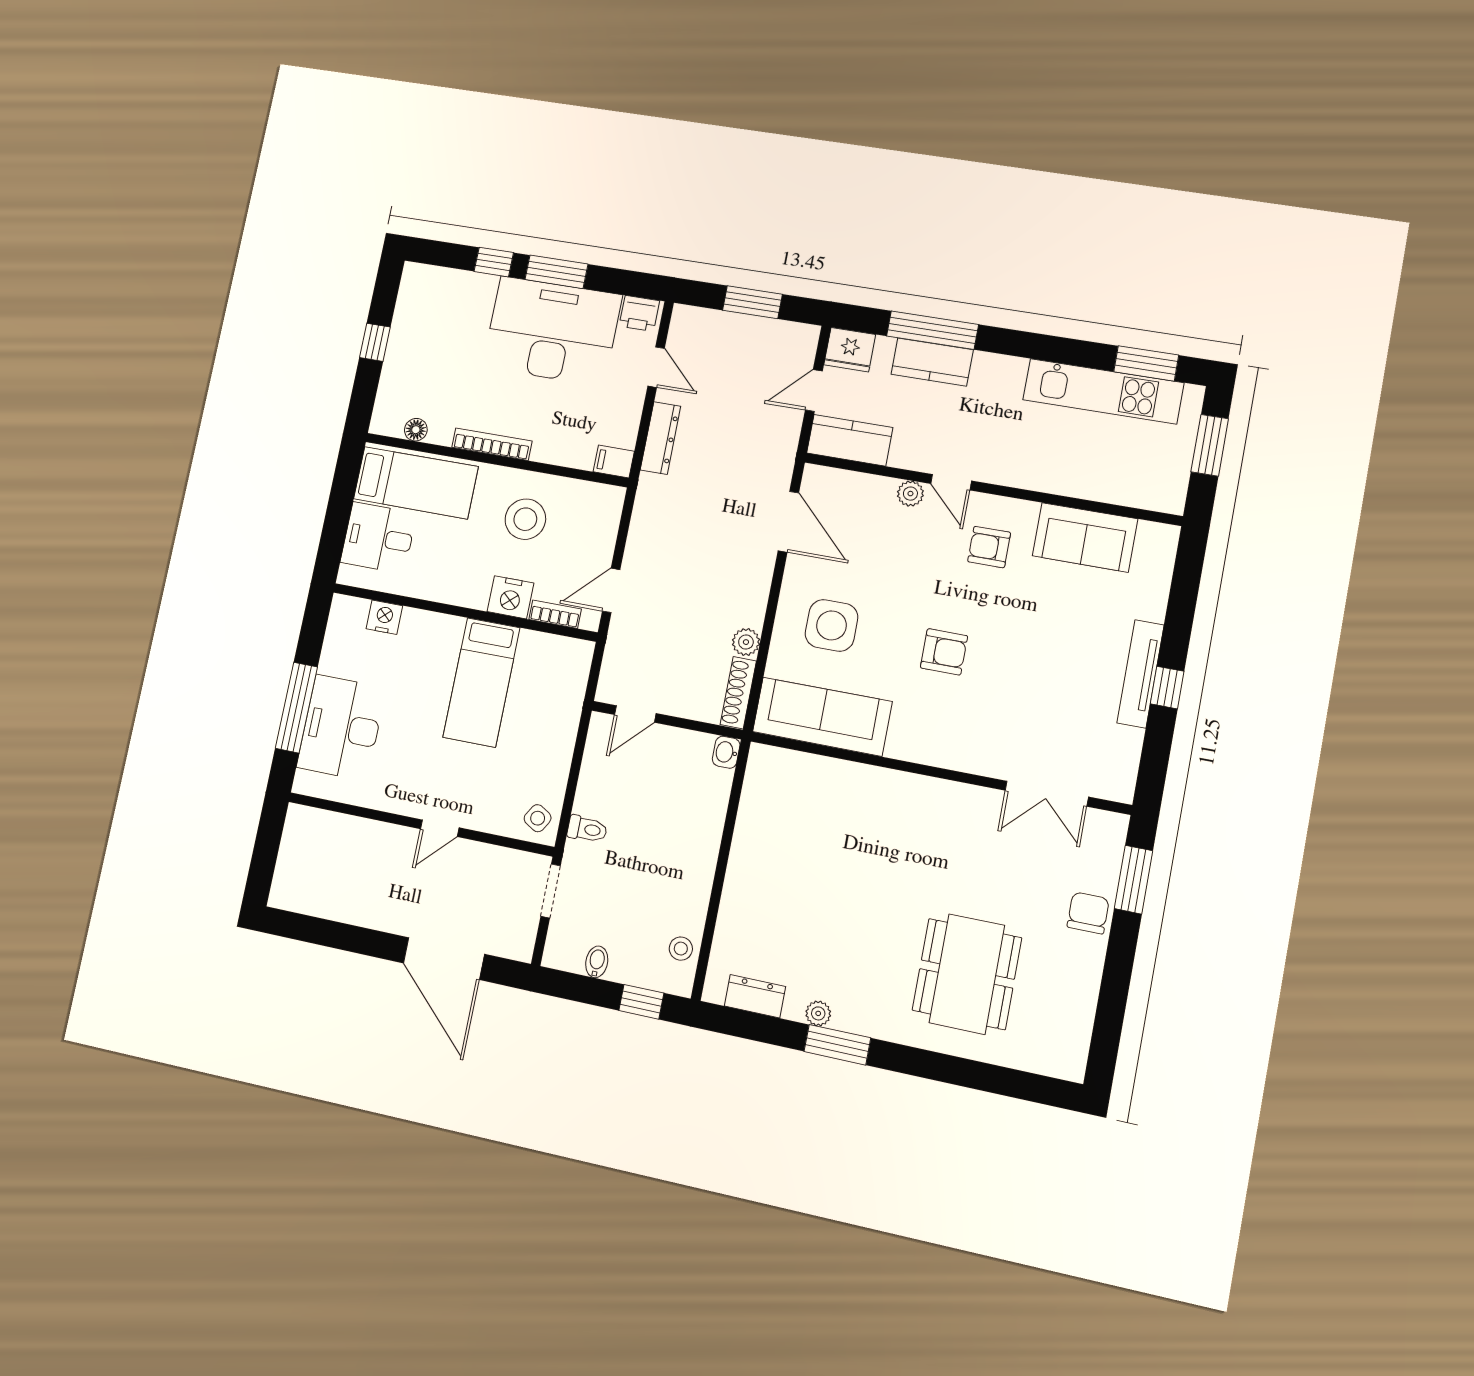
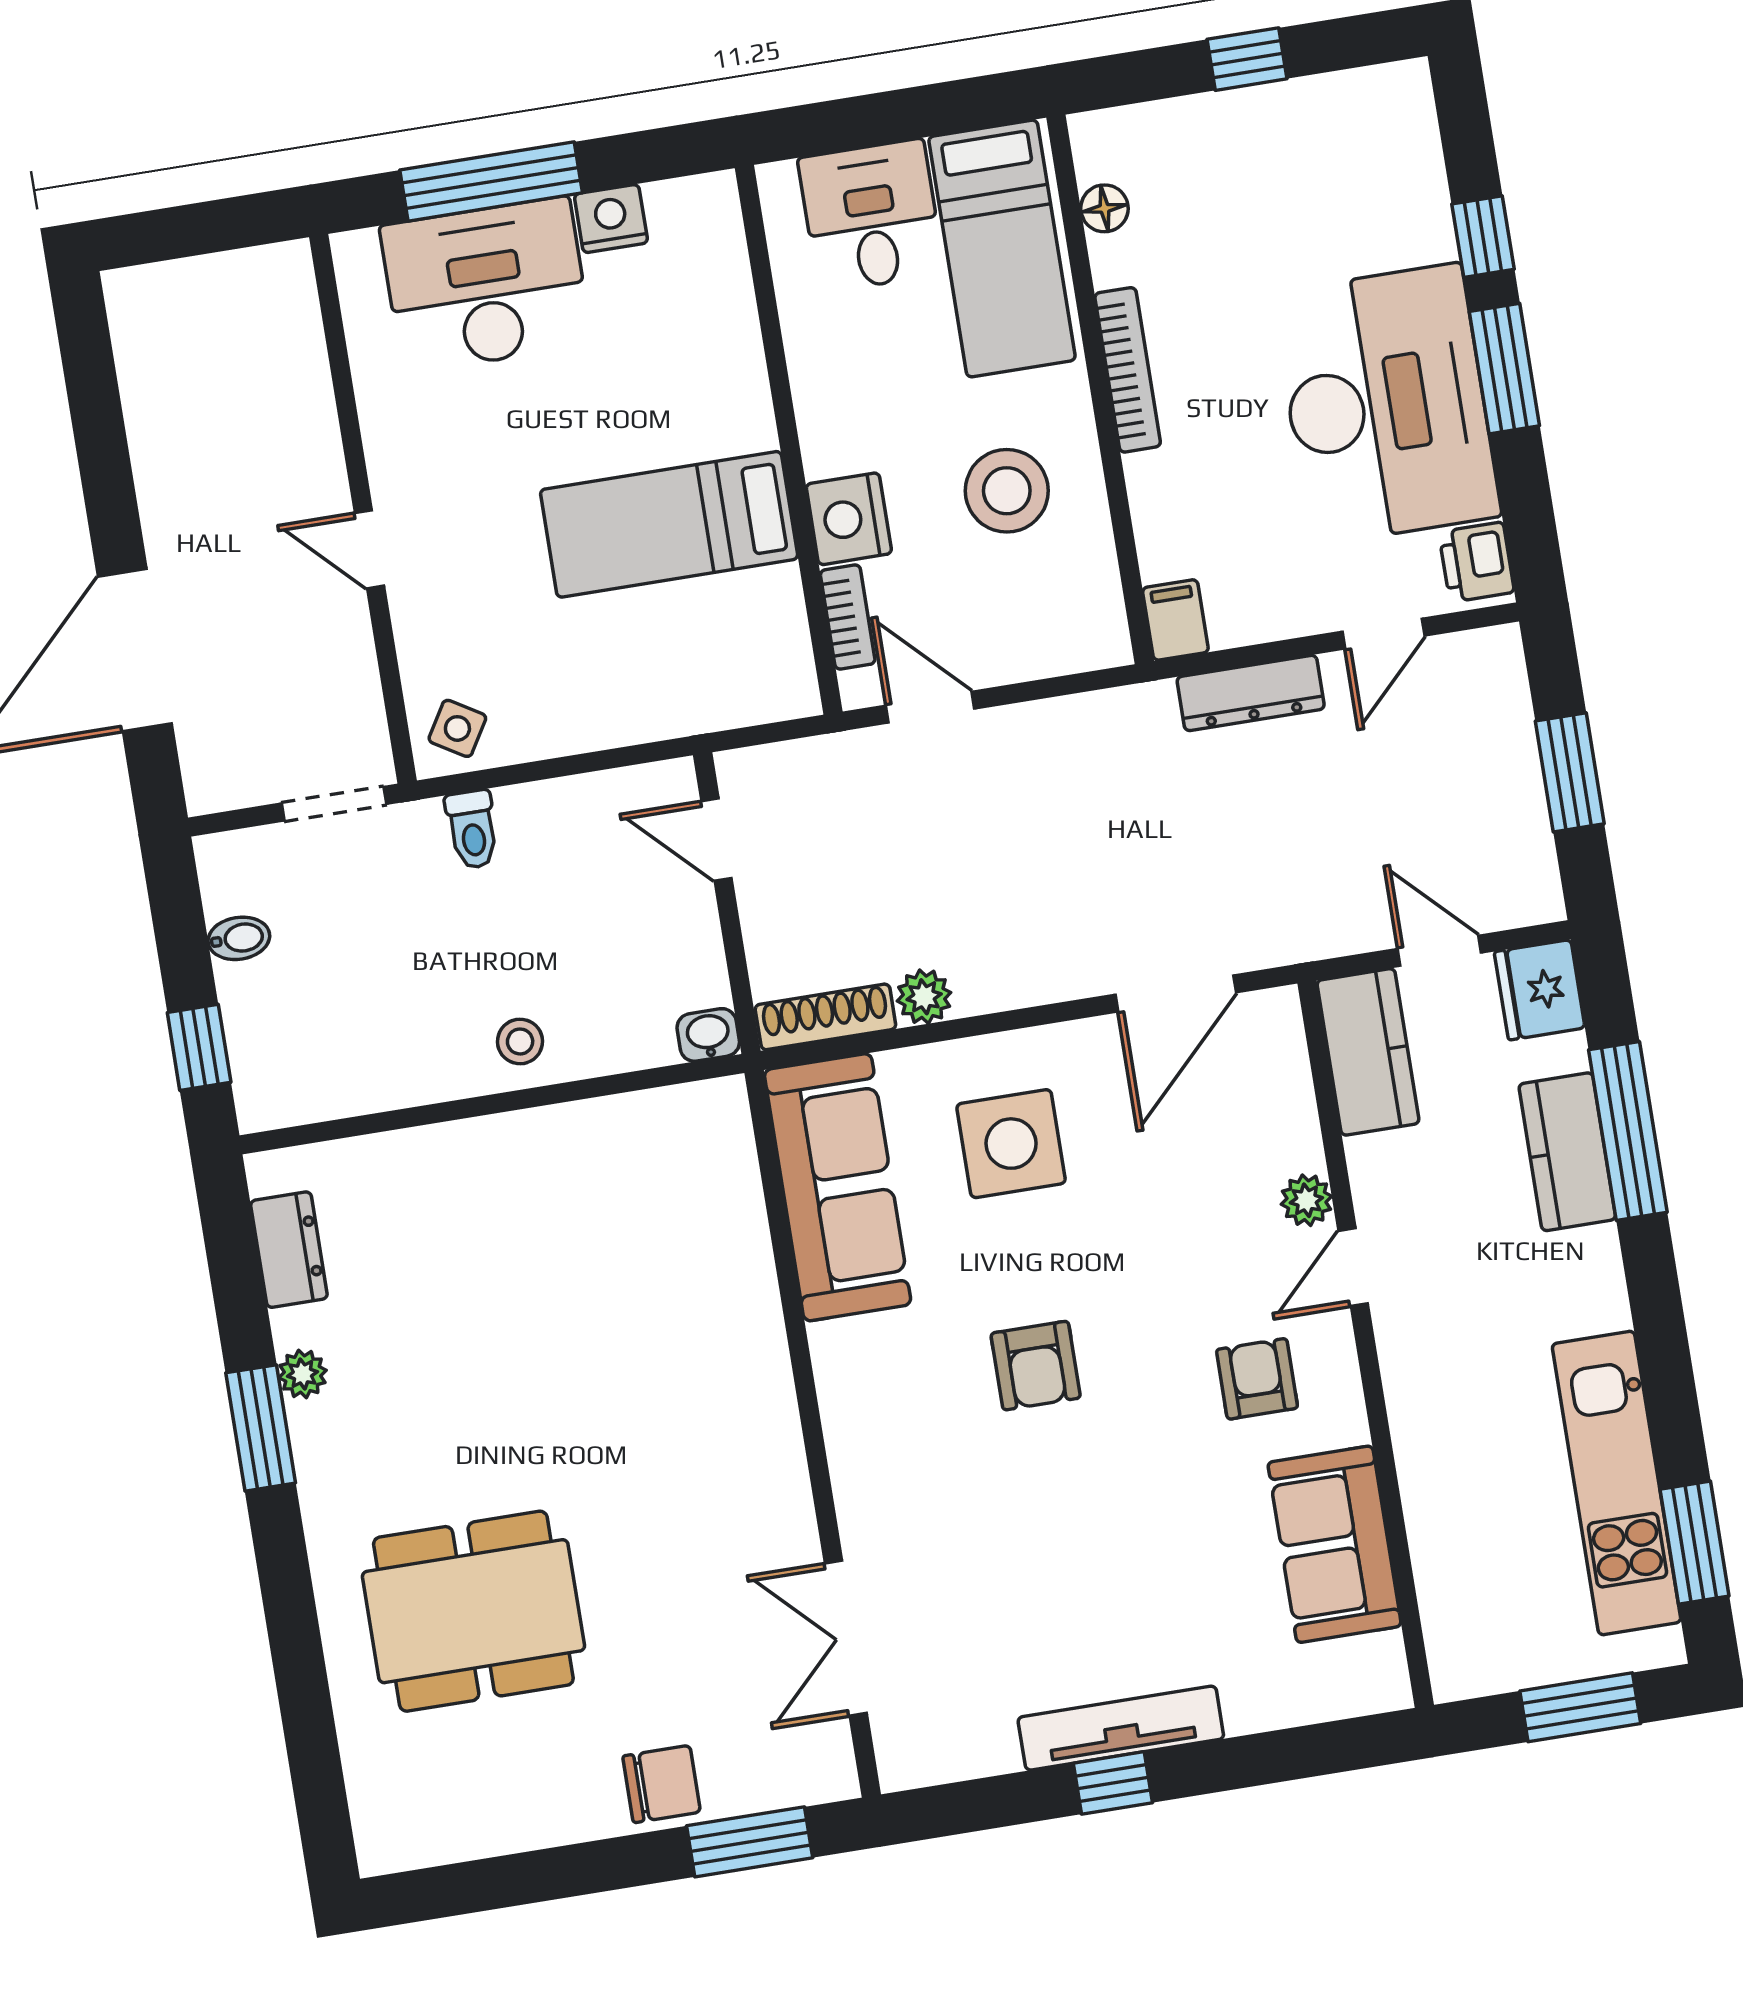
nightstand: (384, 617) -> (611, 219), moved, turned -90
stool: (681, 949) -> (520, 1041), moved

